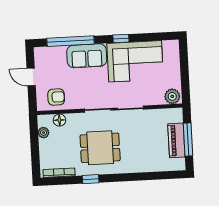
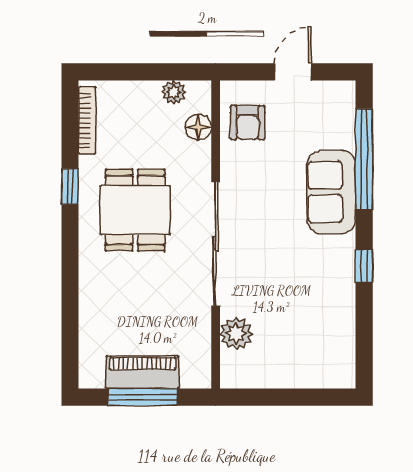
corner sofa: (135, 61) -> (314, 294), removed
plant: (172, 96) -> (236, 334), moved

